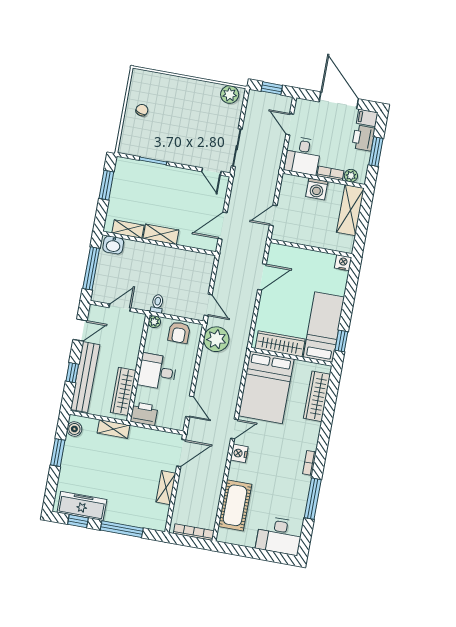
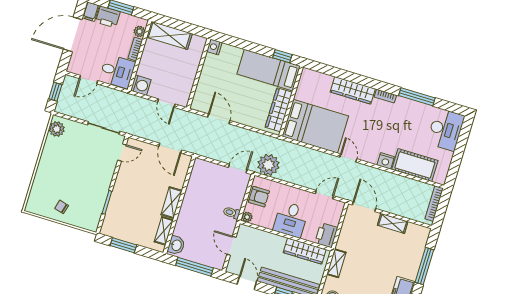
washing machine: (317, 189) -> (141, 85), moved
wardrobe: (317, 396) -> (353, 90), moved
nightstand: (239, 453) -> (386, 161), moved

